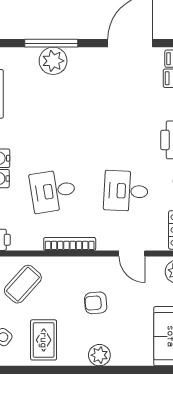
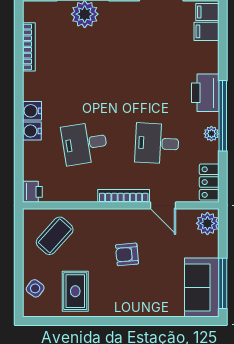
bookcase: (70, 244) -> (124, 196), moved
plant: (99, 355) -> (131, 306), removed

